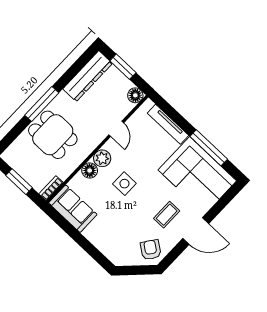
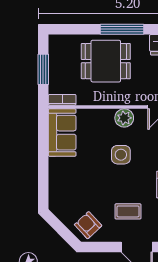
dining table: (53, 135) -> (106, 61), turned 90
floor lamp: (90, 170) -> (105, 117), removed
armchair: (151, 250) -> (88, 225), turned -79

